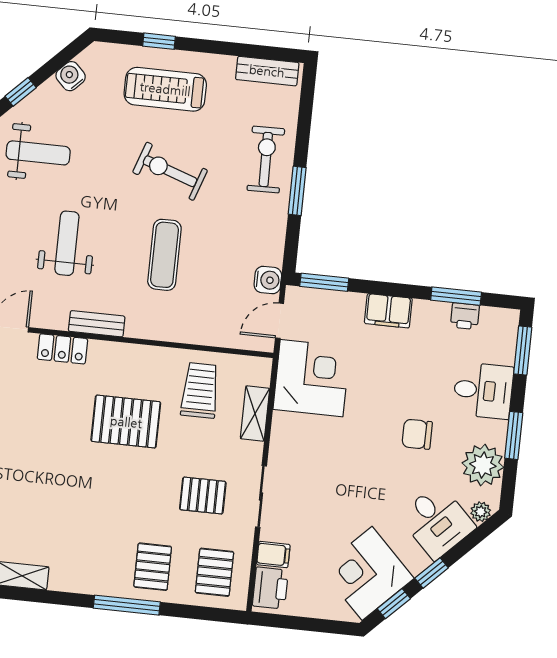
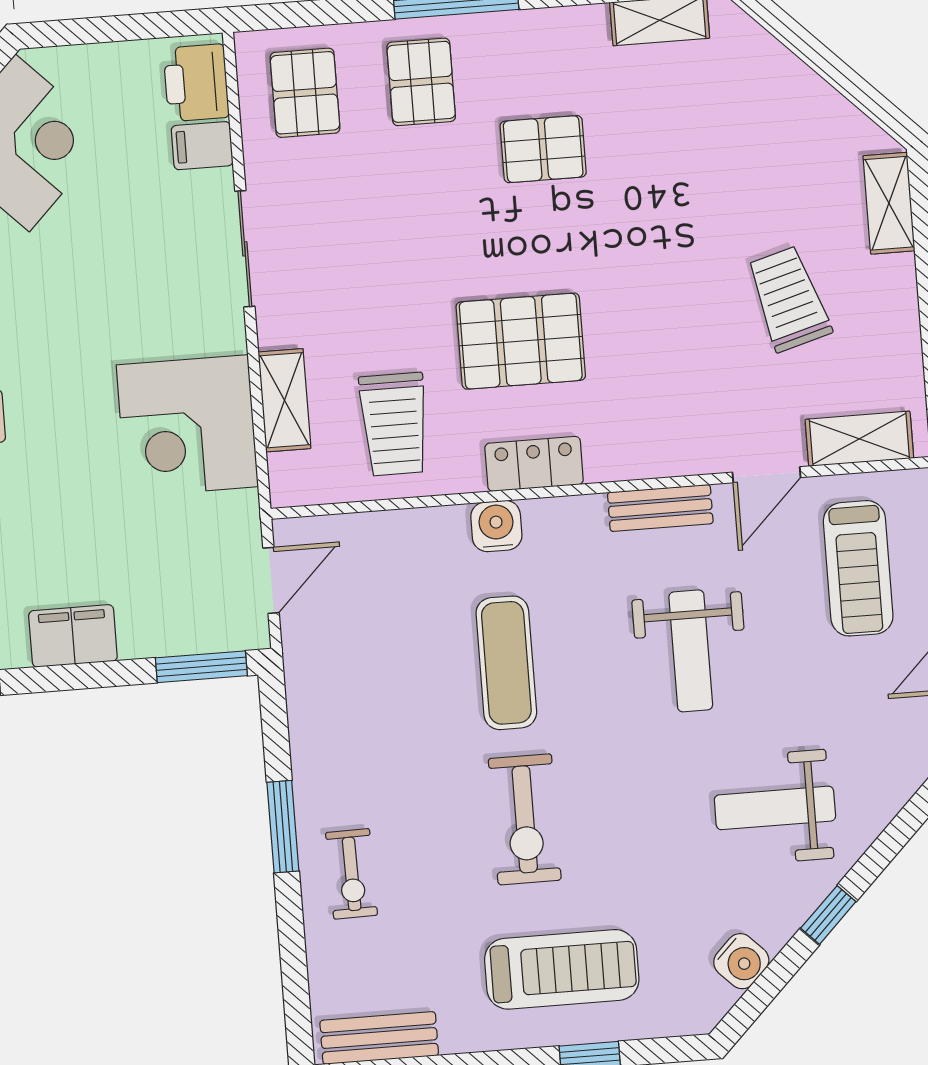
exercise bike: (266, 160) -> (352, 874), width x0.73, depth x0.72
exercise bike: (170, 171) -> (525, 819), turned 71
water cooler: (268, 280) -> (496, 526), moved, turned 90
bench: (97, 324) -> (660, 508), moved
locker: (62, 349) -> (534, 464), moved
corner desk: (312, 378) -> (187, 426), moved
pallet: (203, 496) -> (543, 149), moved

